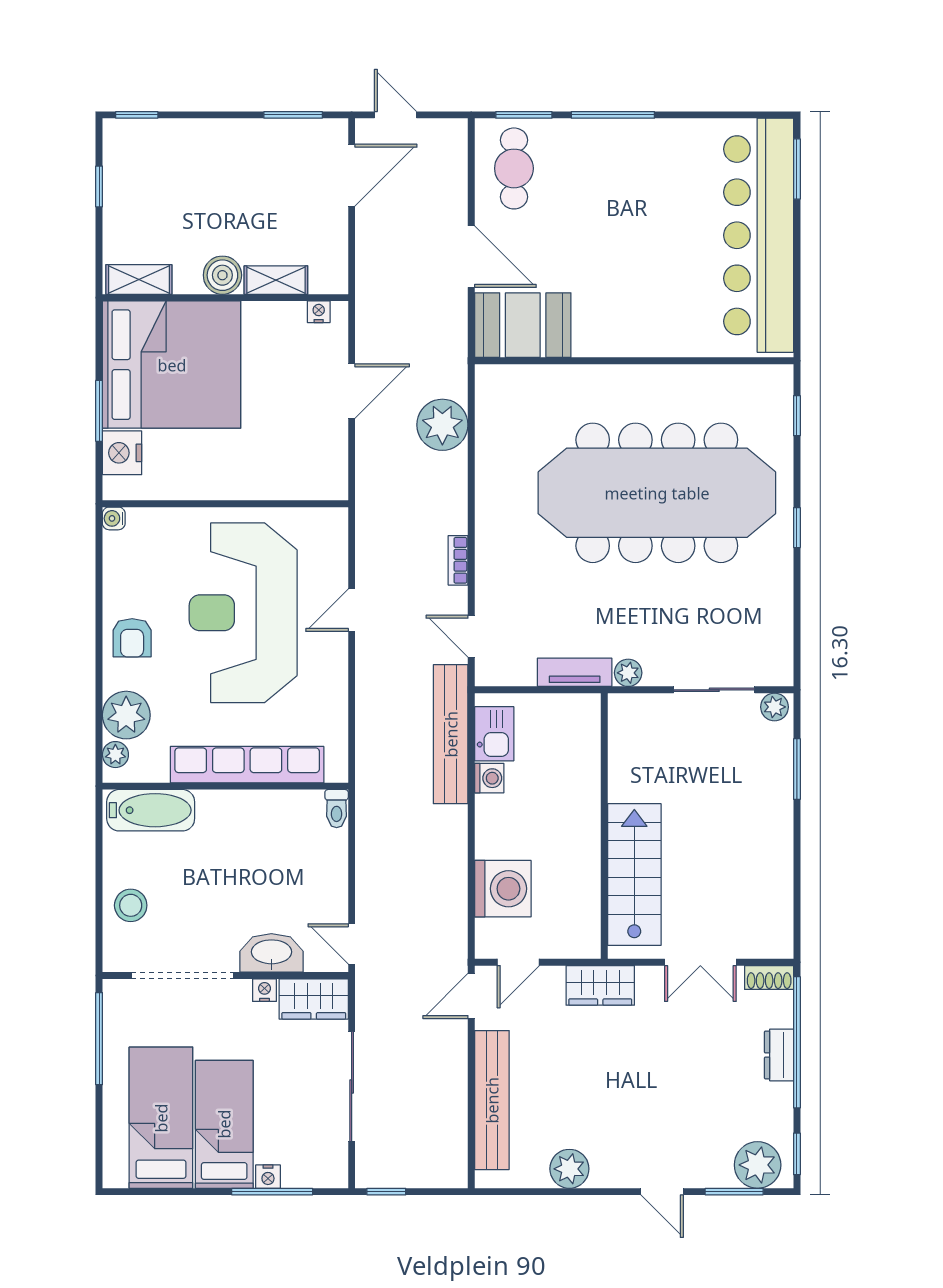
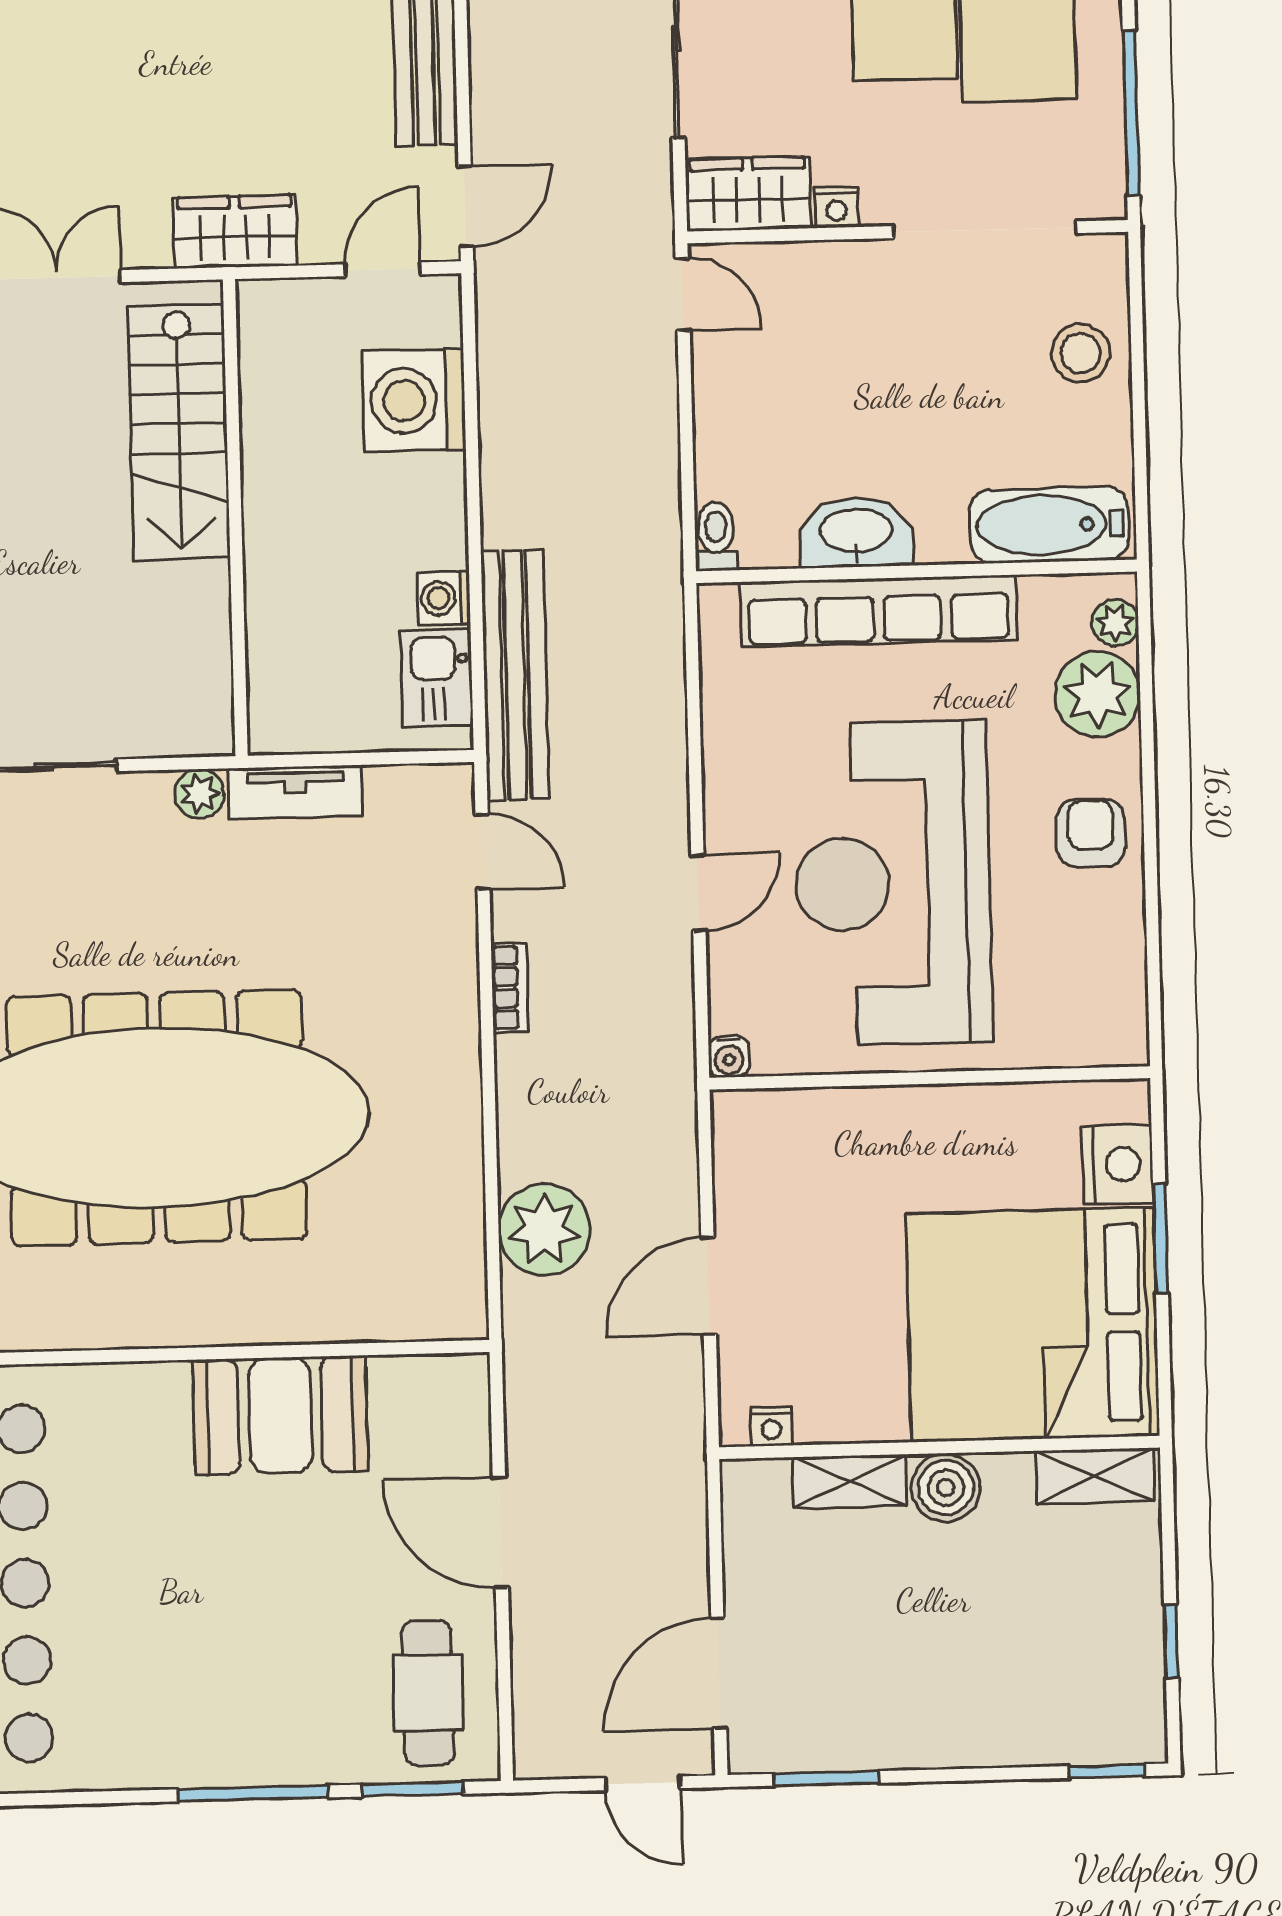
booth: (523, 325) -> (280, 1415), moved
water cooler: (114, 518) -> (729, 1057), moved, turned 90
reception desk: (243, 613) -> (893, 883), turned 180
washbasin: (271, 953) -> (856, 532), moved, turned 180

